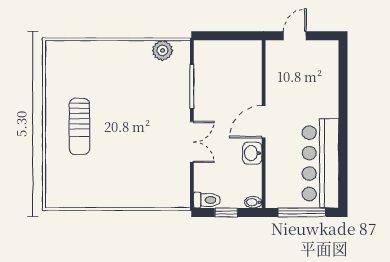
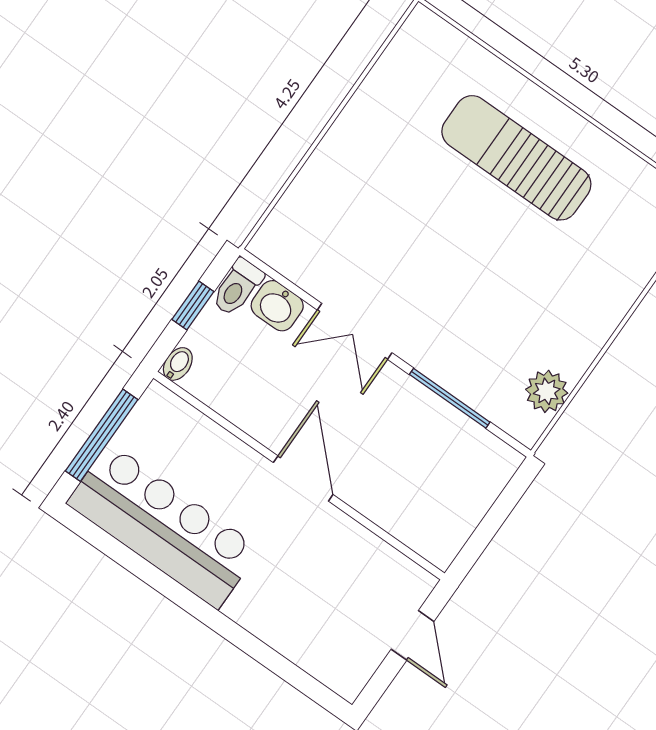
sun lounger: (79, 126) -> (516, 158), width x1.36, depth x1.34
washbasin: (252, 153) -> (277, 306), moved, turned 180

